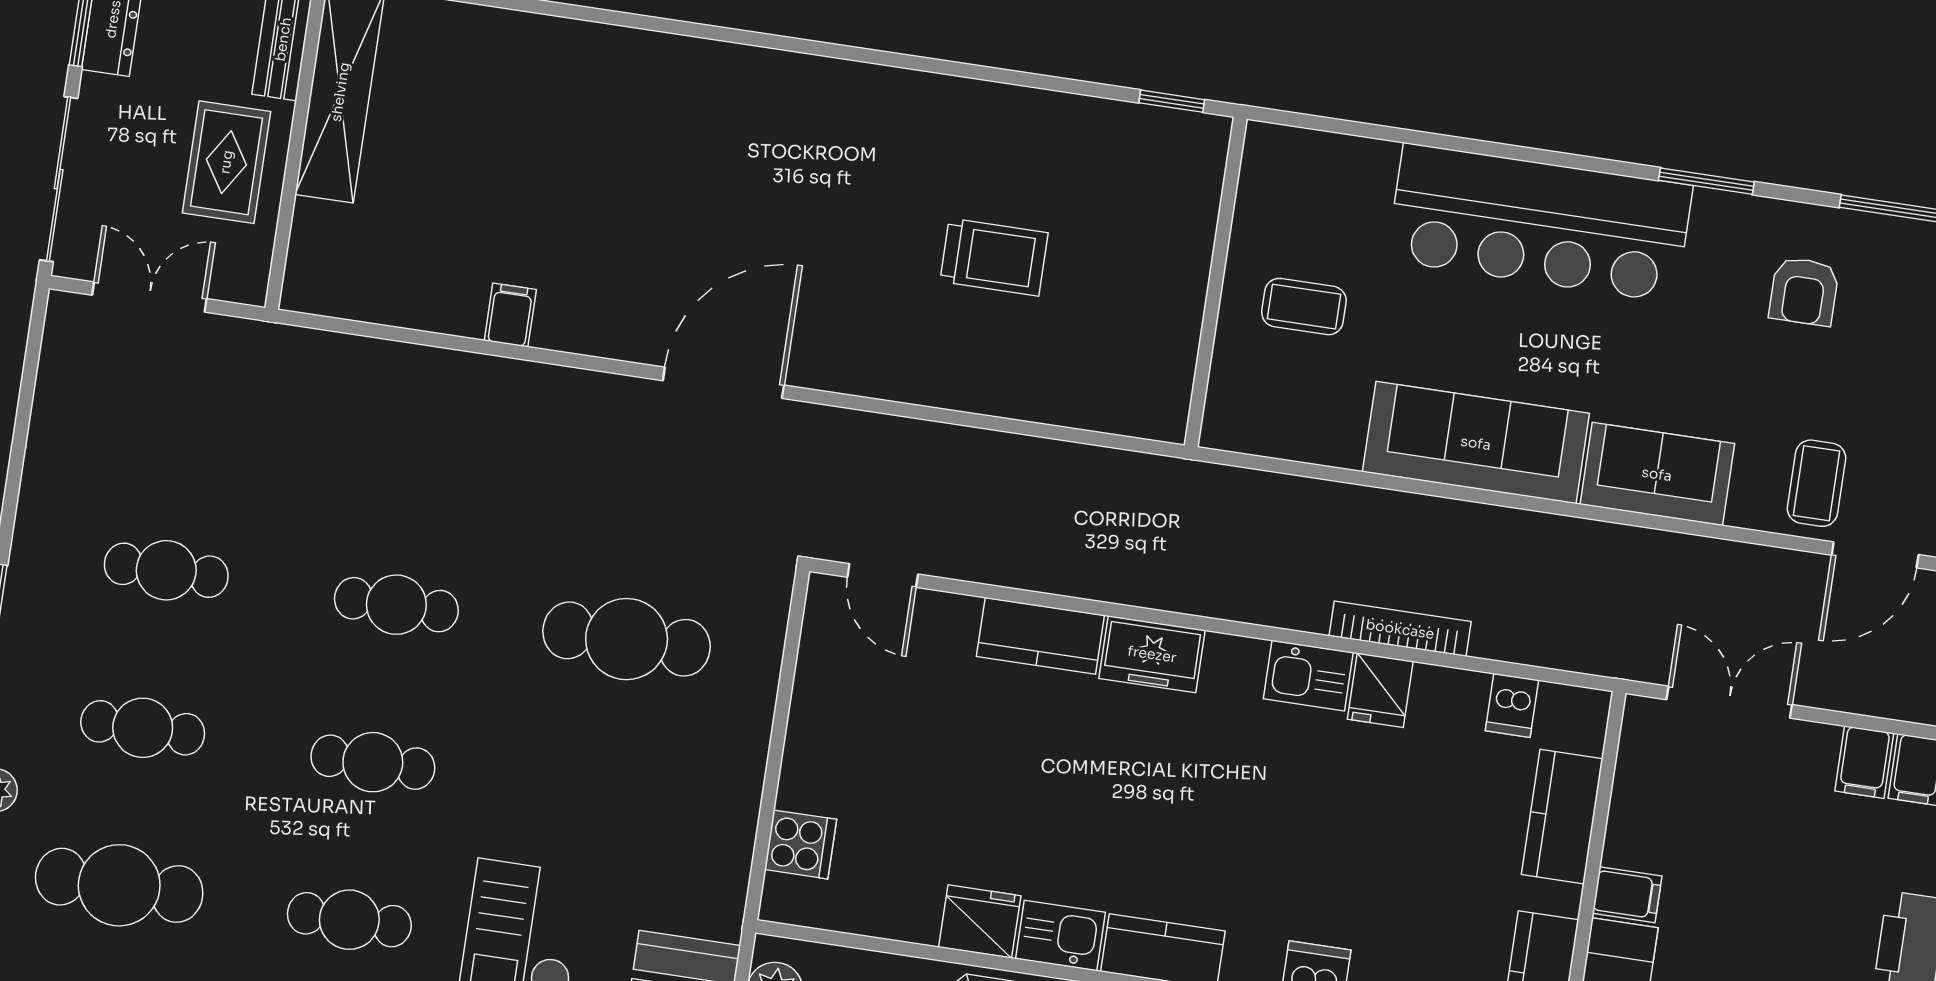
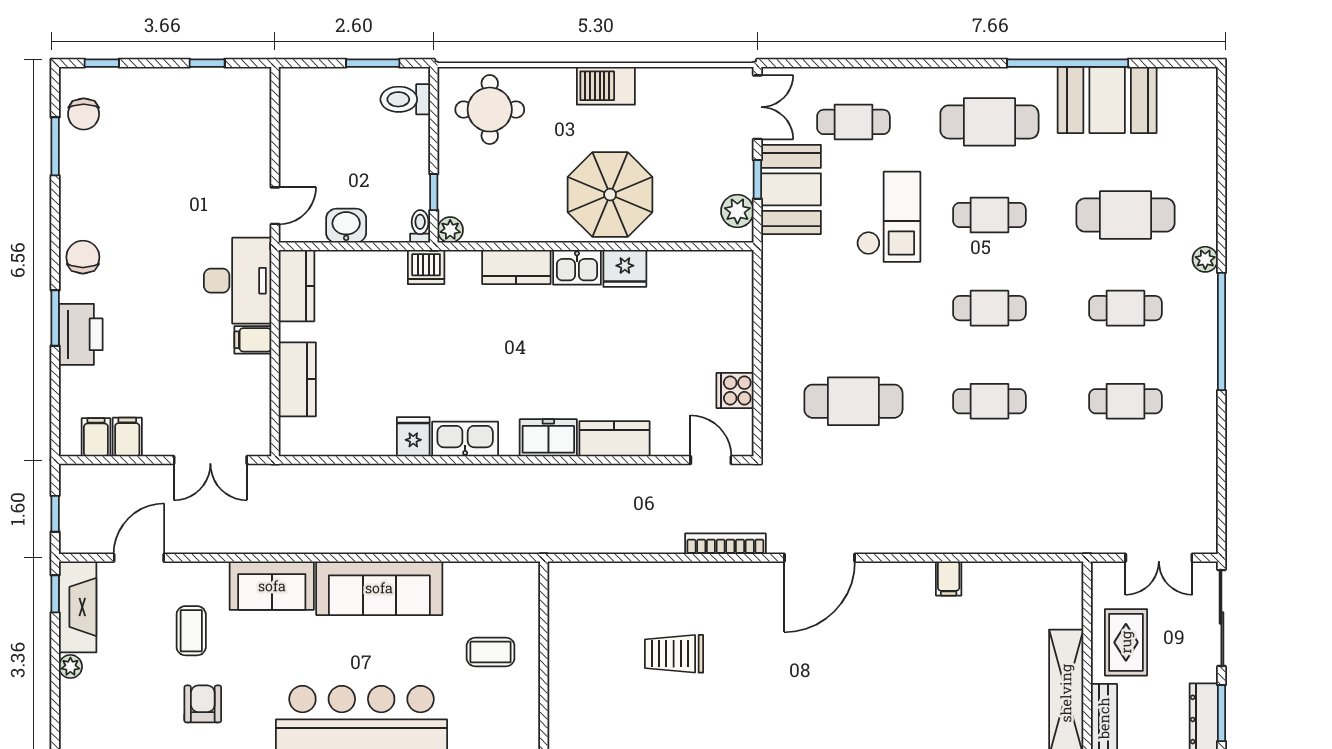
coffee table: (1817, 483) -> (191, 631), moved
bookcase: (1400, 629) -> (725, 544), moved, turned 180
kitchen sink: (1308, 676) -> (465, 439), width x1.38
dishwasher: (1512, 705) -> (336, 439), removed
cooker: (801, 844) -> (735, 390), moved

